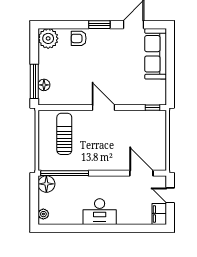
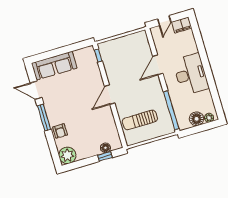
window: (99, 25) -> (44, 118), width x1.44
window: (34, 81) -> (105, 156), width x0.46
door: (141, 173) -> (158, 65), moved
floor lamp: (46, 184) -> (197, 119), moved
desk: (100, 212) -> (191, 74), width x1.36, depth x1.30

